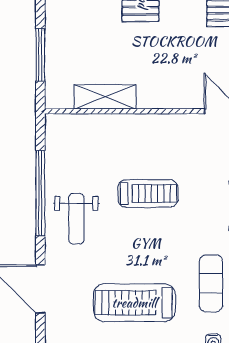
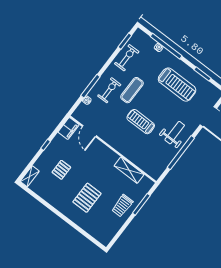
trolley: (71, 28) -> (122, 206), added
exercise mat: (211, 283) -> (132, 90), moved

